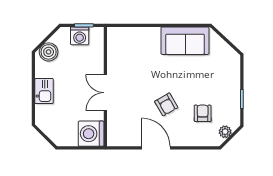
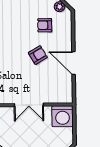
door: (156, 148) -> (74, 63), hinge flipped

